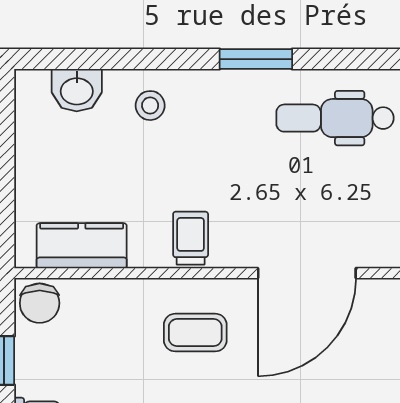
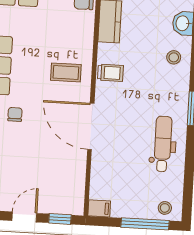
coffee table: (195, 333) -> (66, 72), turned 90

